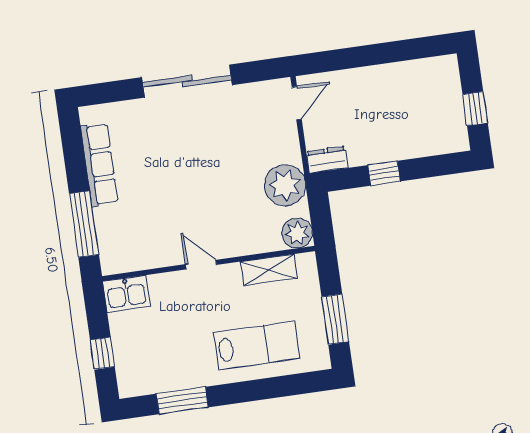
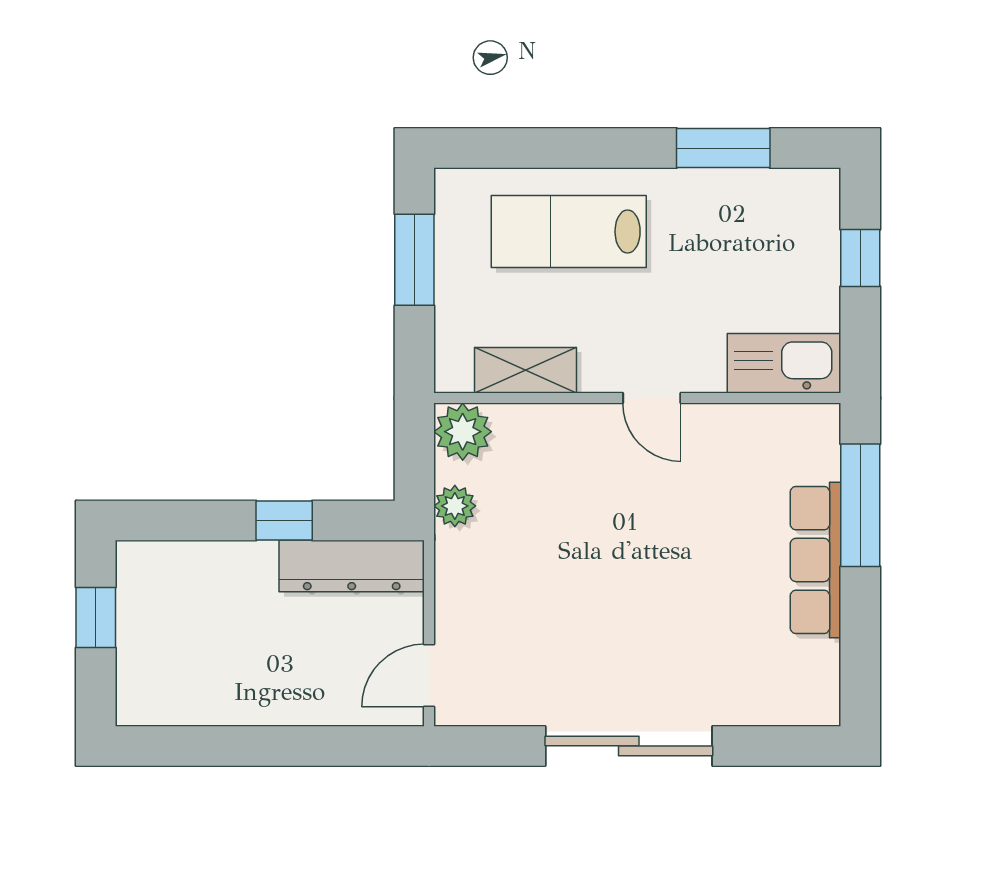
dresser: (327, 160) -> (352, 566), width x1.96, depth x1.24
row of seats: (99, 165) -> (816, 560), moved
plant: (285, 185) -> (455, 506), width x0.53, depth x0.53
kitchen sink: (126, 294) -> (784, 363), width x1.38

